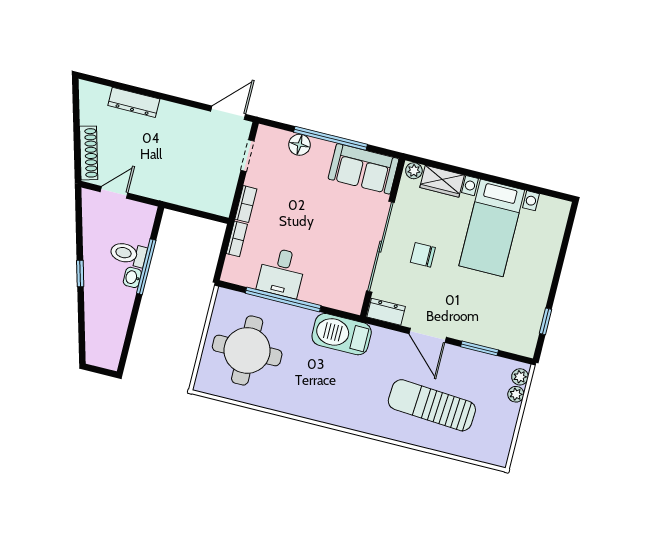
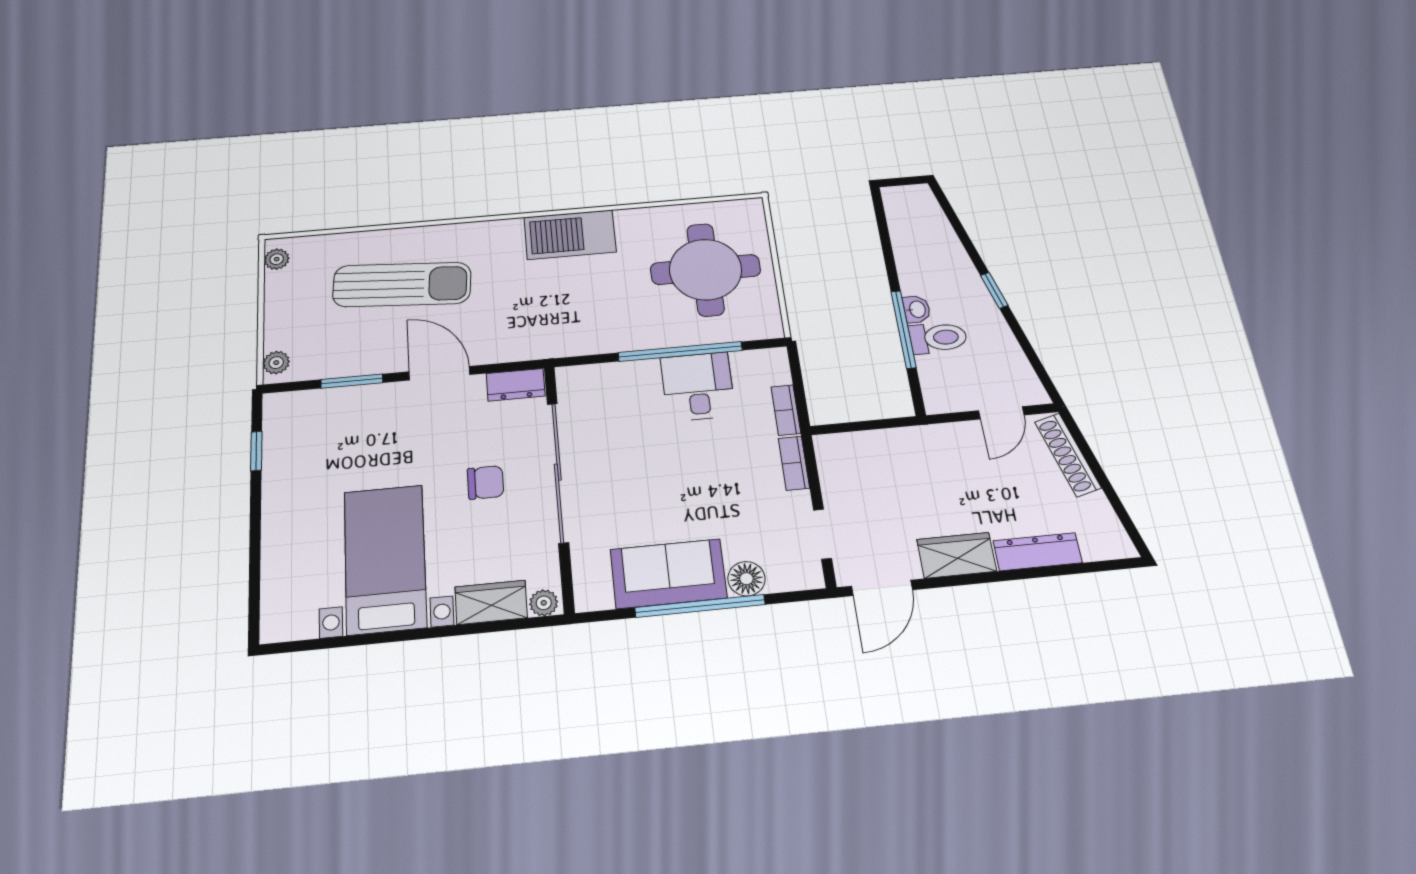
wardrobe: (179, 117) -> (957, 555), added
sofa: (364, 169) -> (669, 574), moved
barbecue: (342, 334) -> (570, 235), moved, turned 180
plant: (516, 394) -> (277, 259), moved

